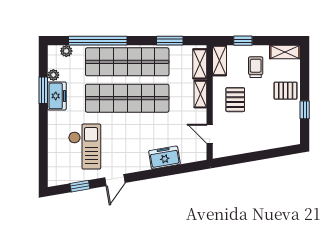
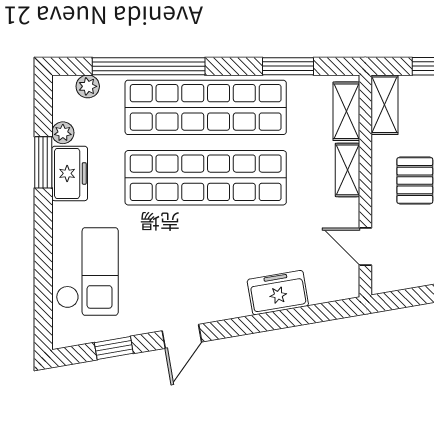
checkout: (85, 147) -> (87, 271), moved

